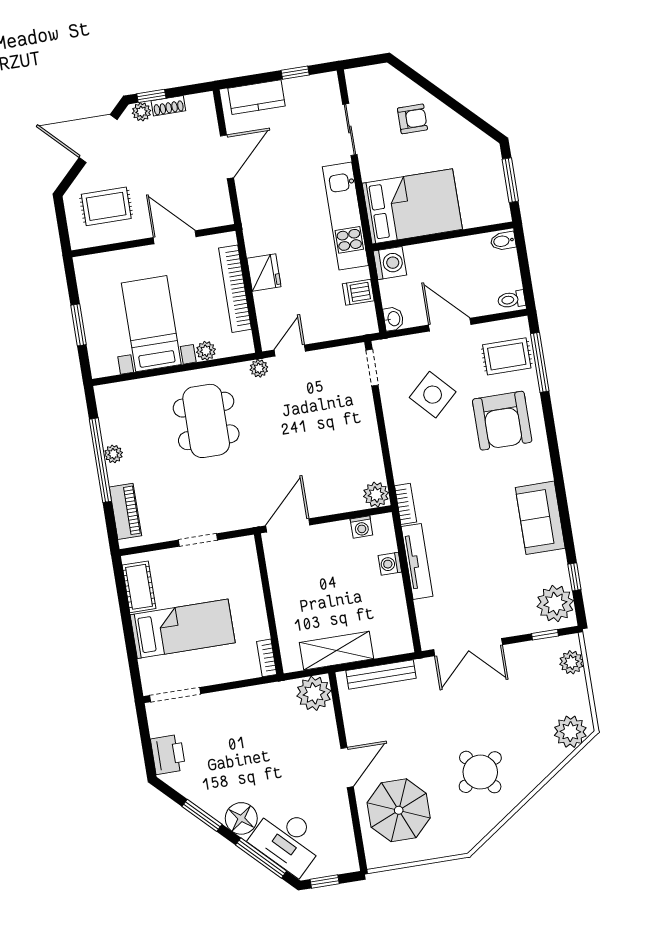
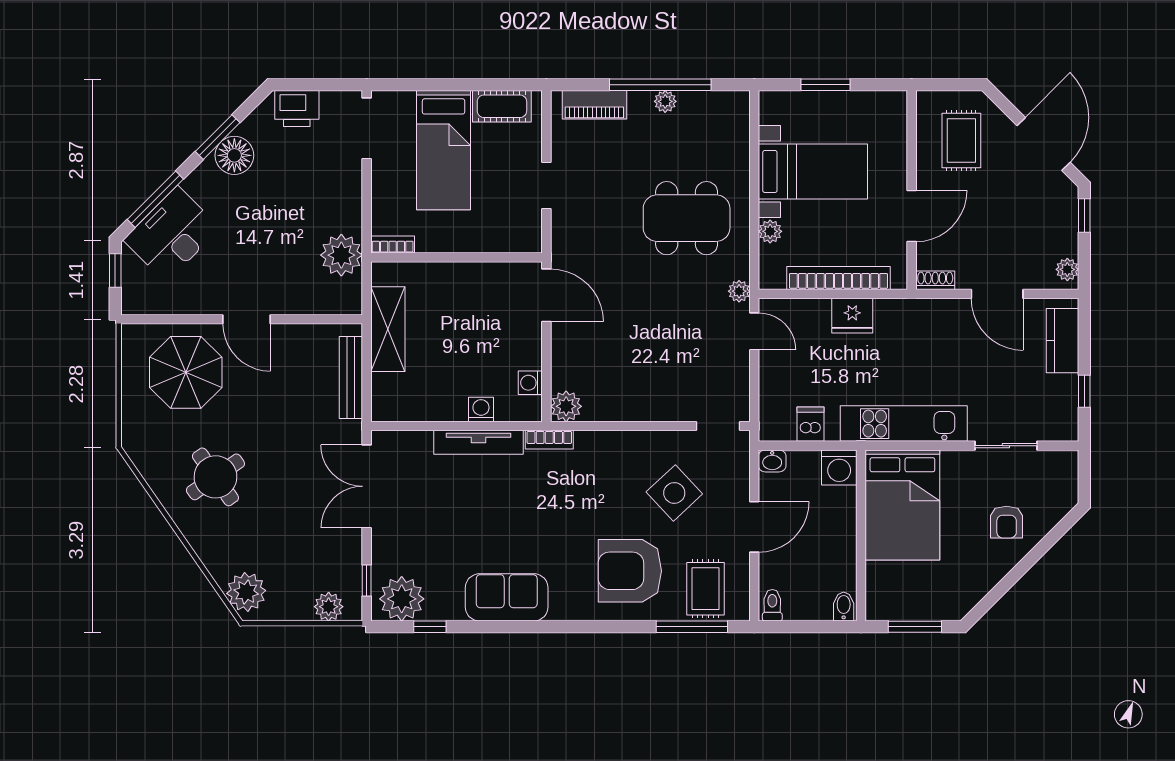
shoe rack: (168, 106) -> (935, 280), moved, turned 90
plant: (142, 112) -> (1067, 269), moved
plant: (314, 693) -> (341, 255), moved
floor lamp: (241, 818) -> (234, 155), moved

